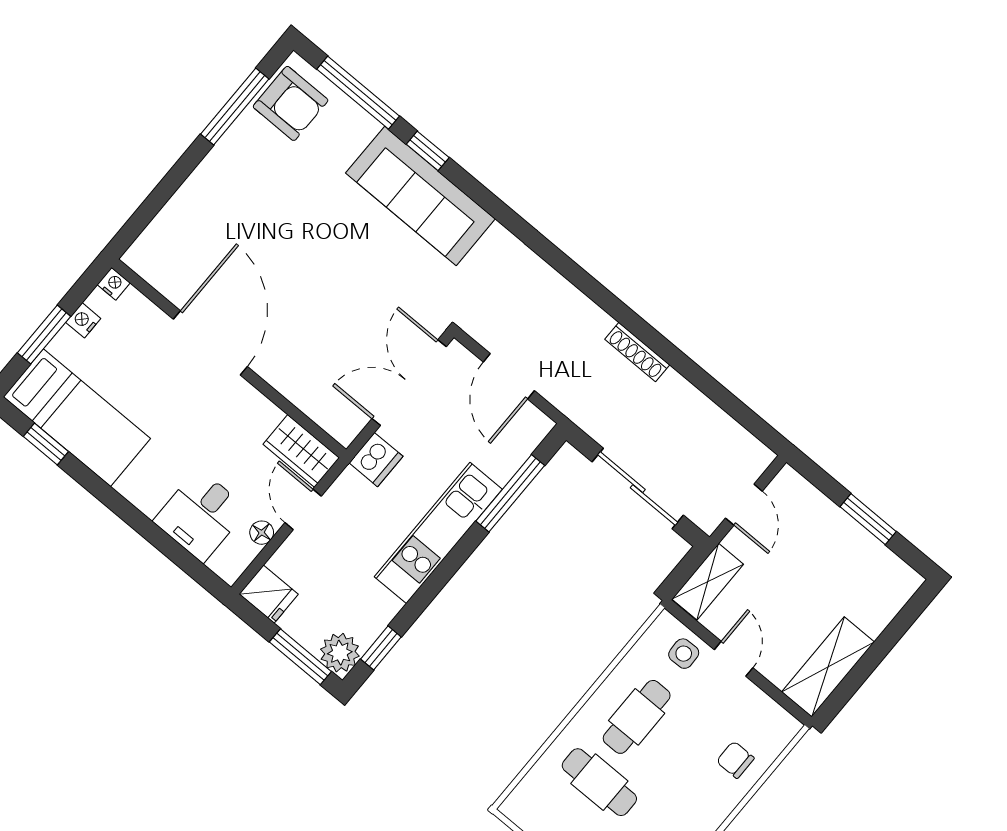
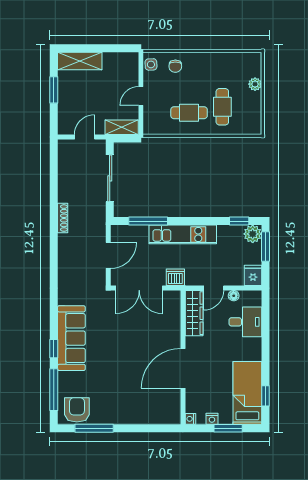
wardrobe: (301, 451) -> (194, 313), width x1.50
side table: (684, 654) -> (151, 64), moved
shelving: (828, 667) -> (80, 61), moved

